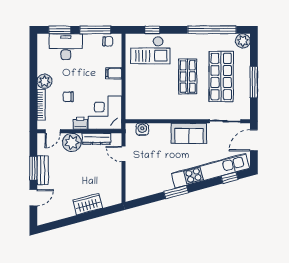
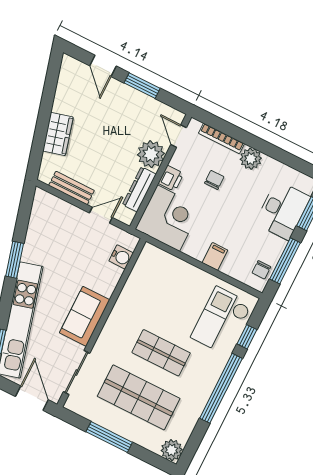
window: (212, 30) -> (221, 388), moved
bench: (43, 170) -> (71, 188), moved

